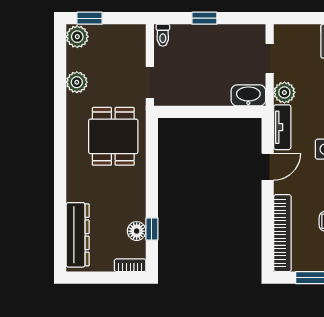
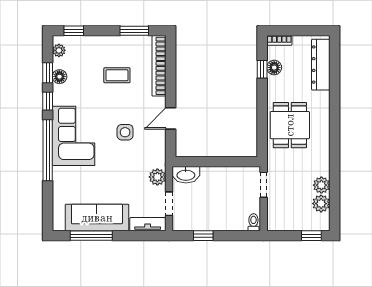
window: (204, 18) -> (203, 236), moved
plant: (77, 37) -> (321, 204), moved
tv unit: (282, 127) -> (148, 224), moved, turned 90
dining table: (113, 136) -> (290, 125), moved

